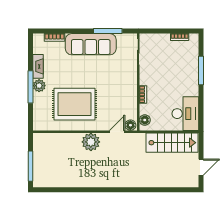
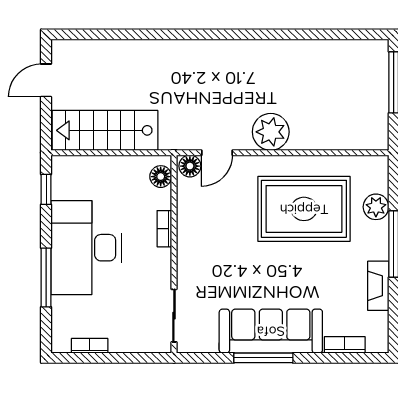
window: (108, 31) -> (263, 358), moved
plant: (39, 86) -> (376, 207), moved
desk: (185, 114) -> (86, 248), moved, width x1.36, depth x1.30
window: (201, 114) -> (46, 189), added

